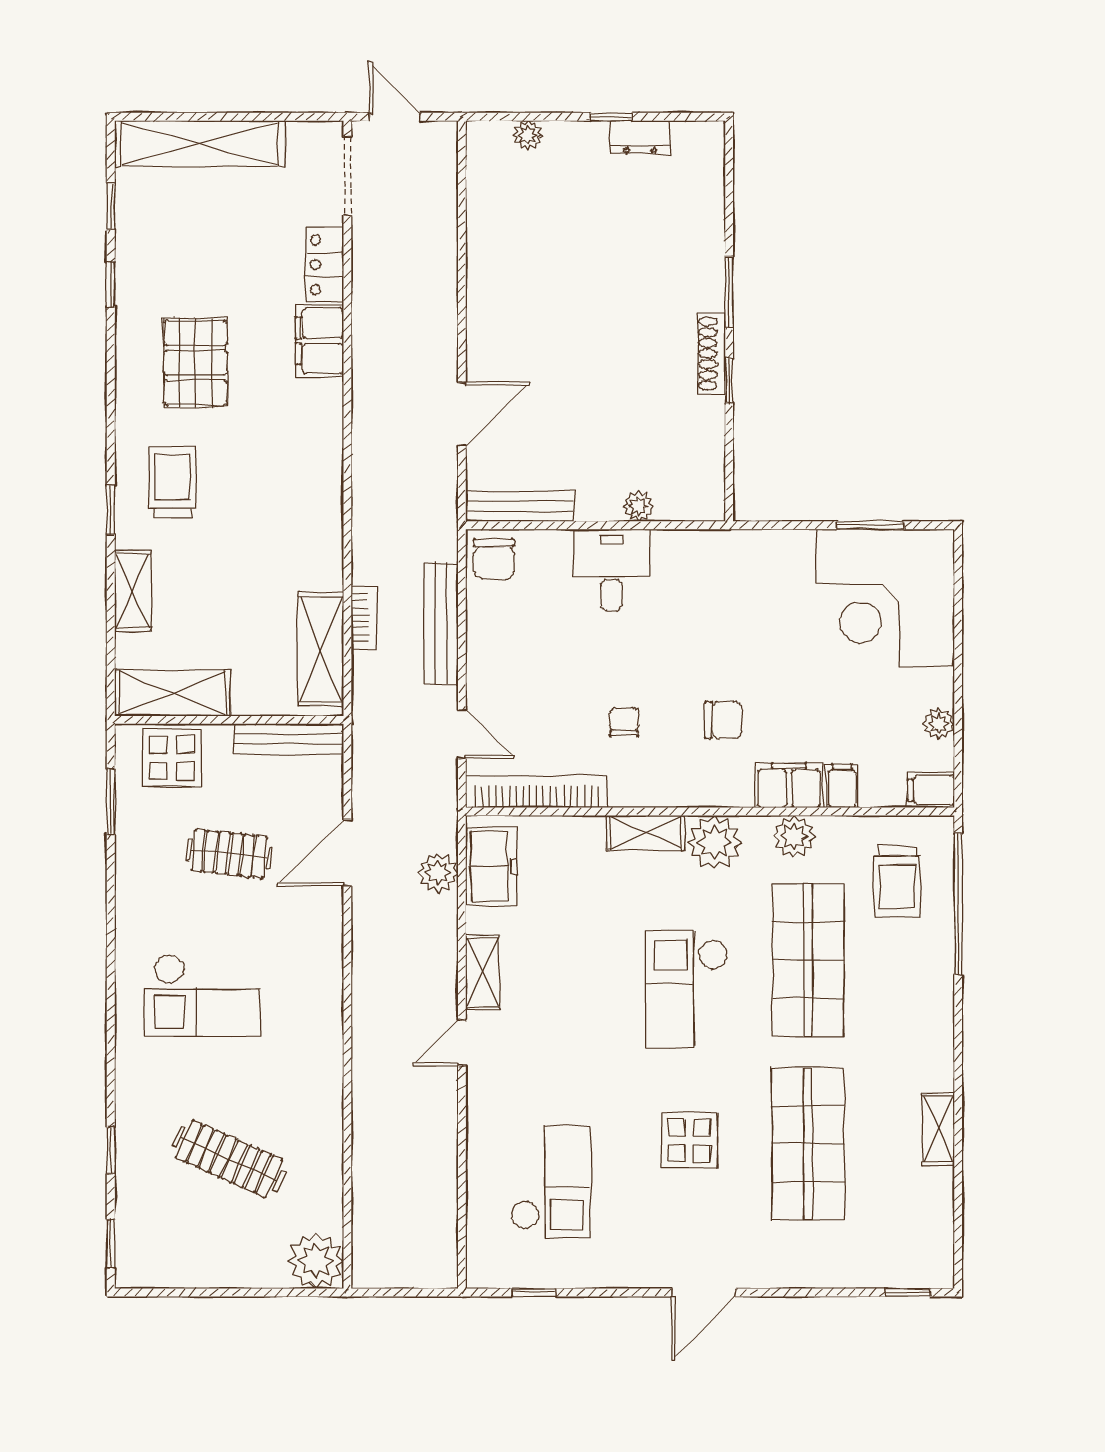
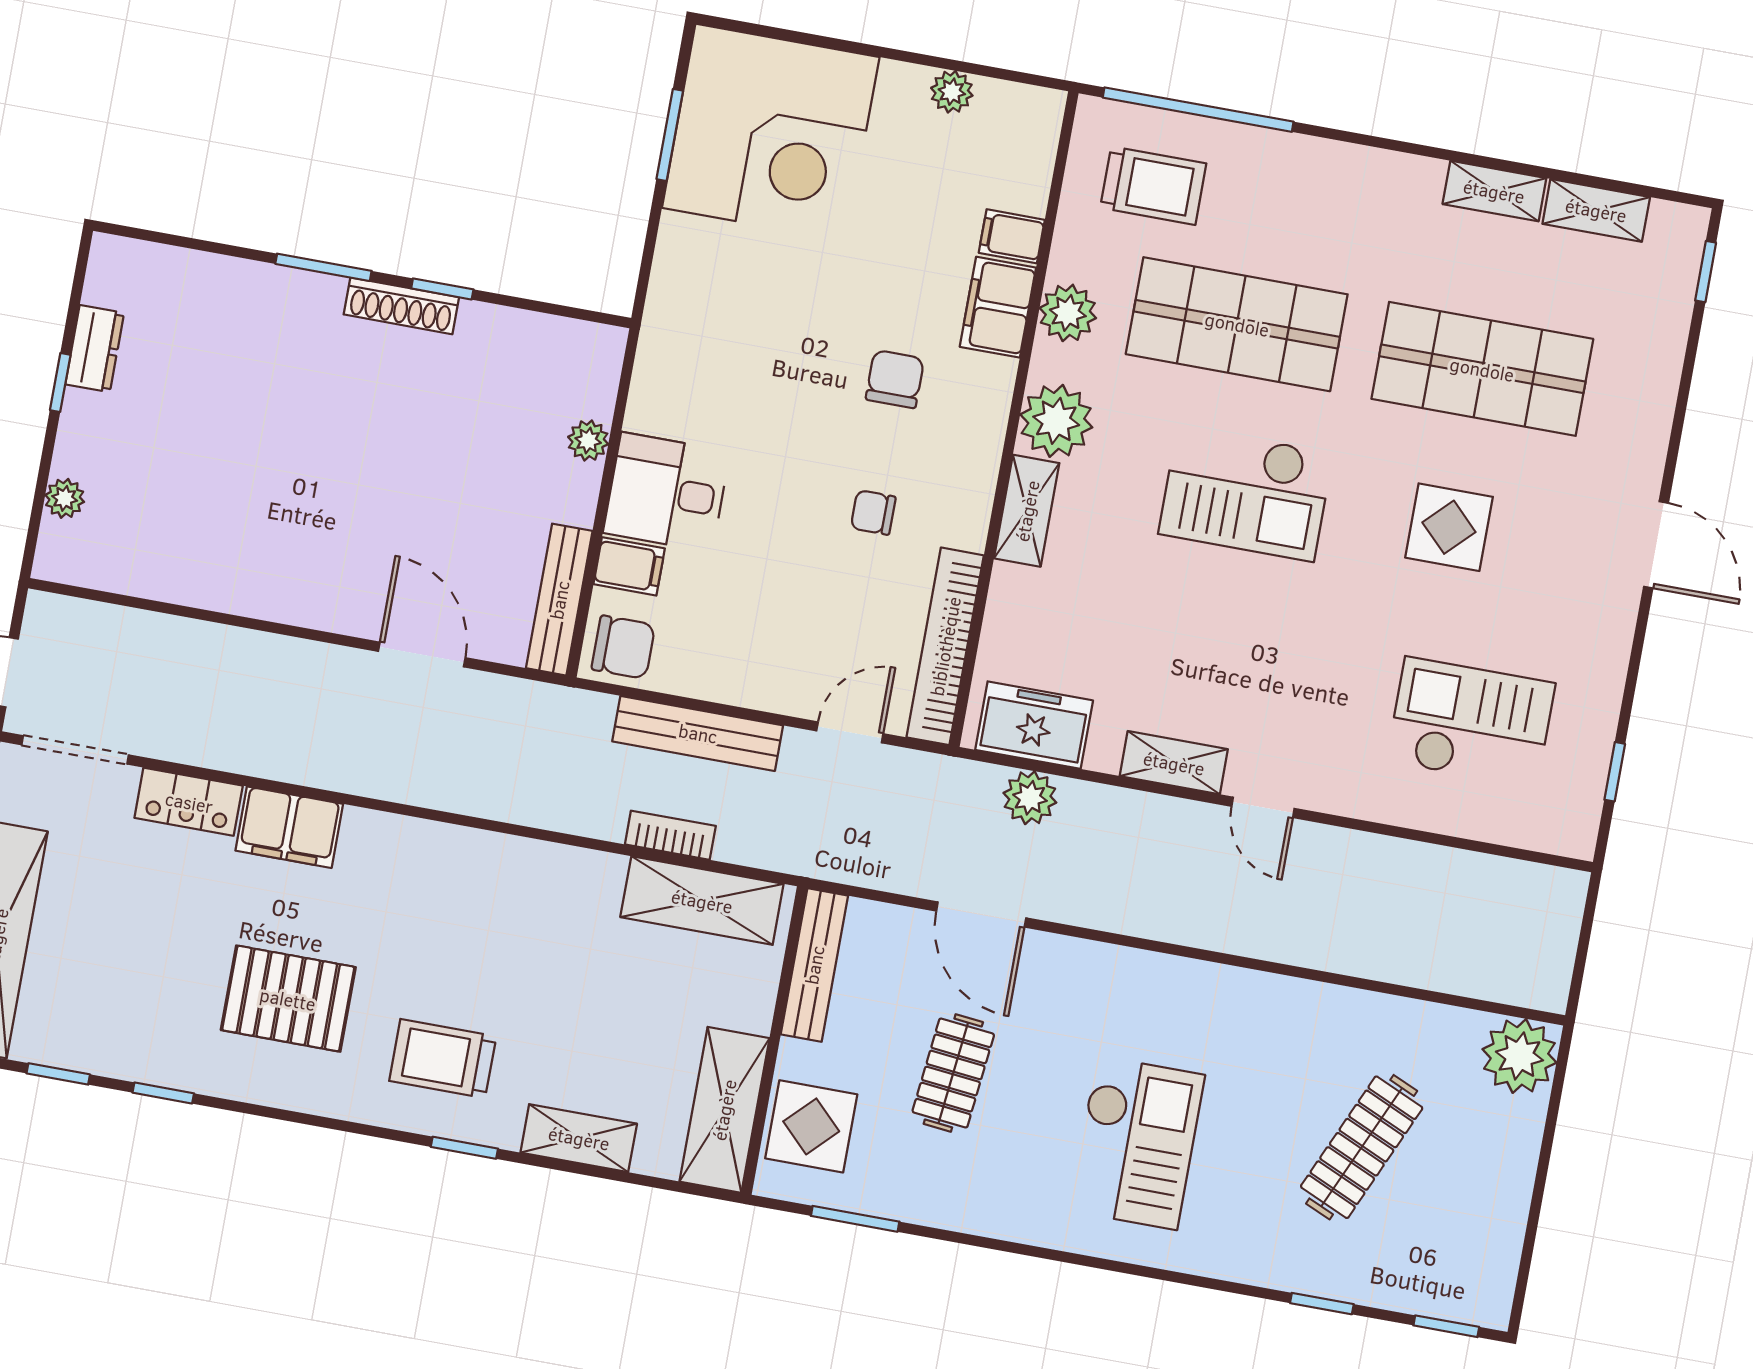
filing cabinet: (931, 790) -> (629, 566), moved, turned -90
shelving: (938, 1205) -> (1596, 210), added

